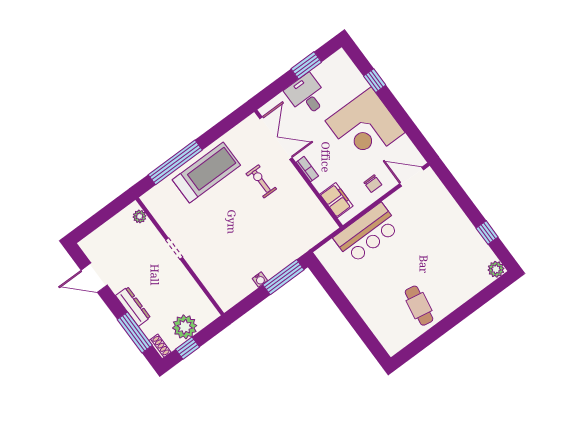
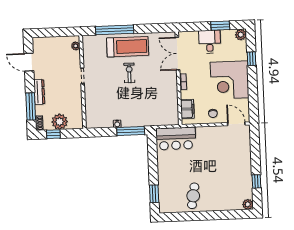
plant: (340, 59) -> (241, 35), added
double door: (276, 138) -> (177, 54), swing flipped
exercise bike: (261, 181) -> (129, 73), moved
bar counter: (367, 233) -> (176, 138), moved
window: (367, 337) -> (154, 194), added

